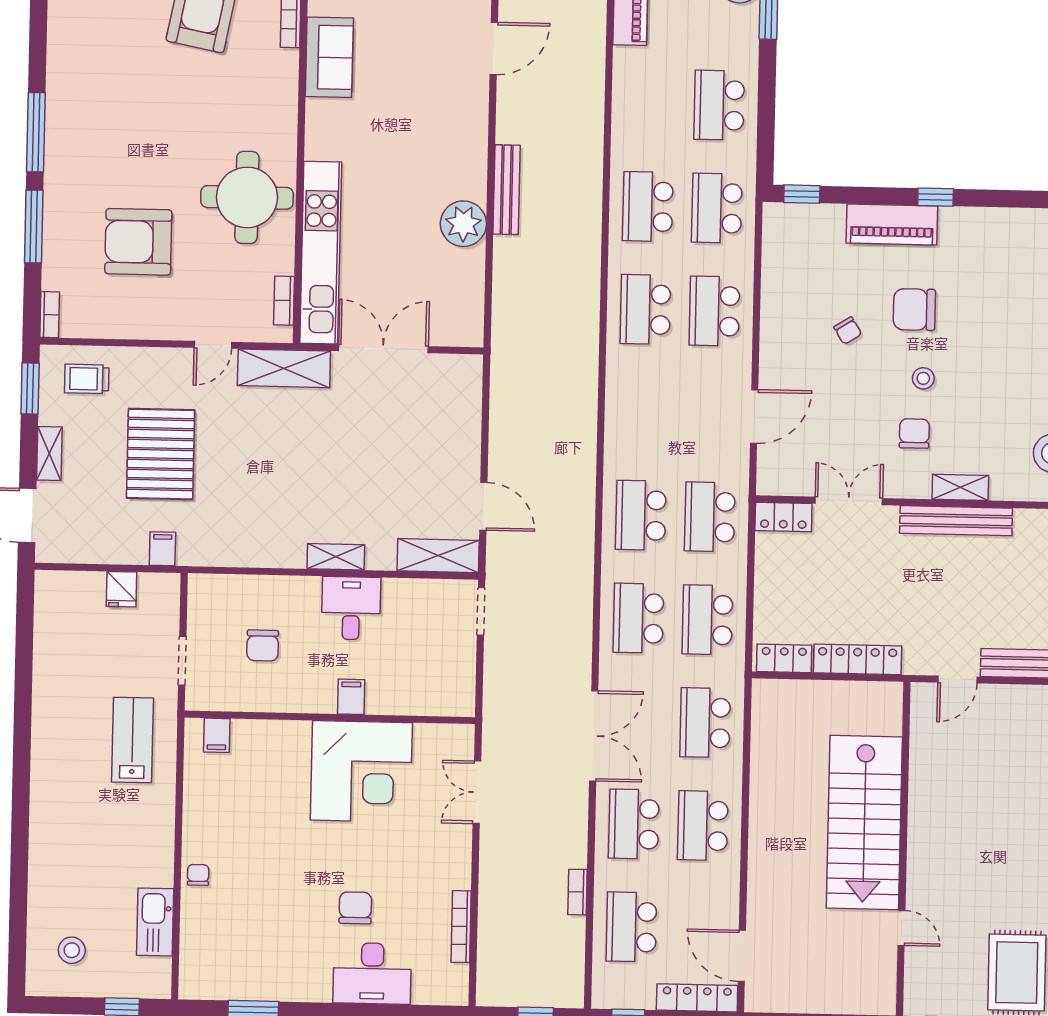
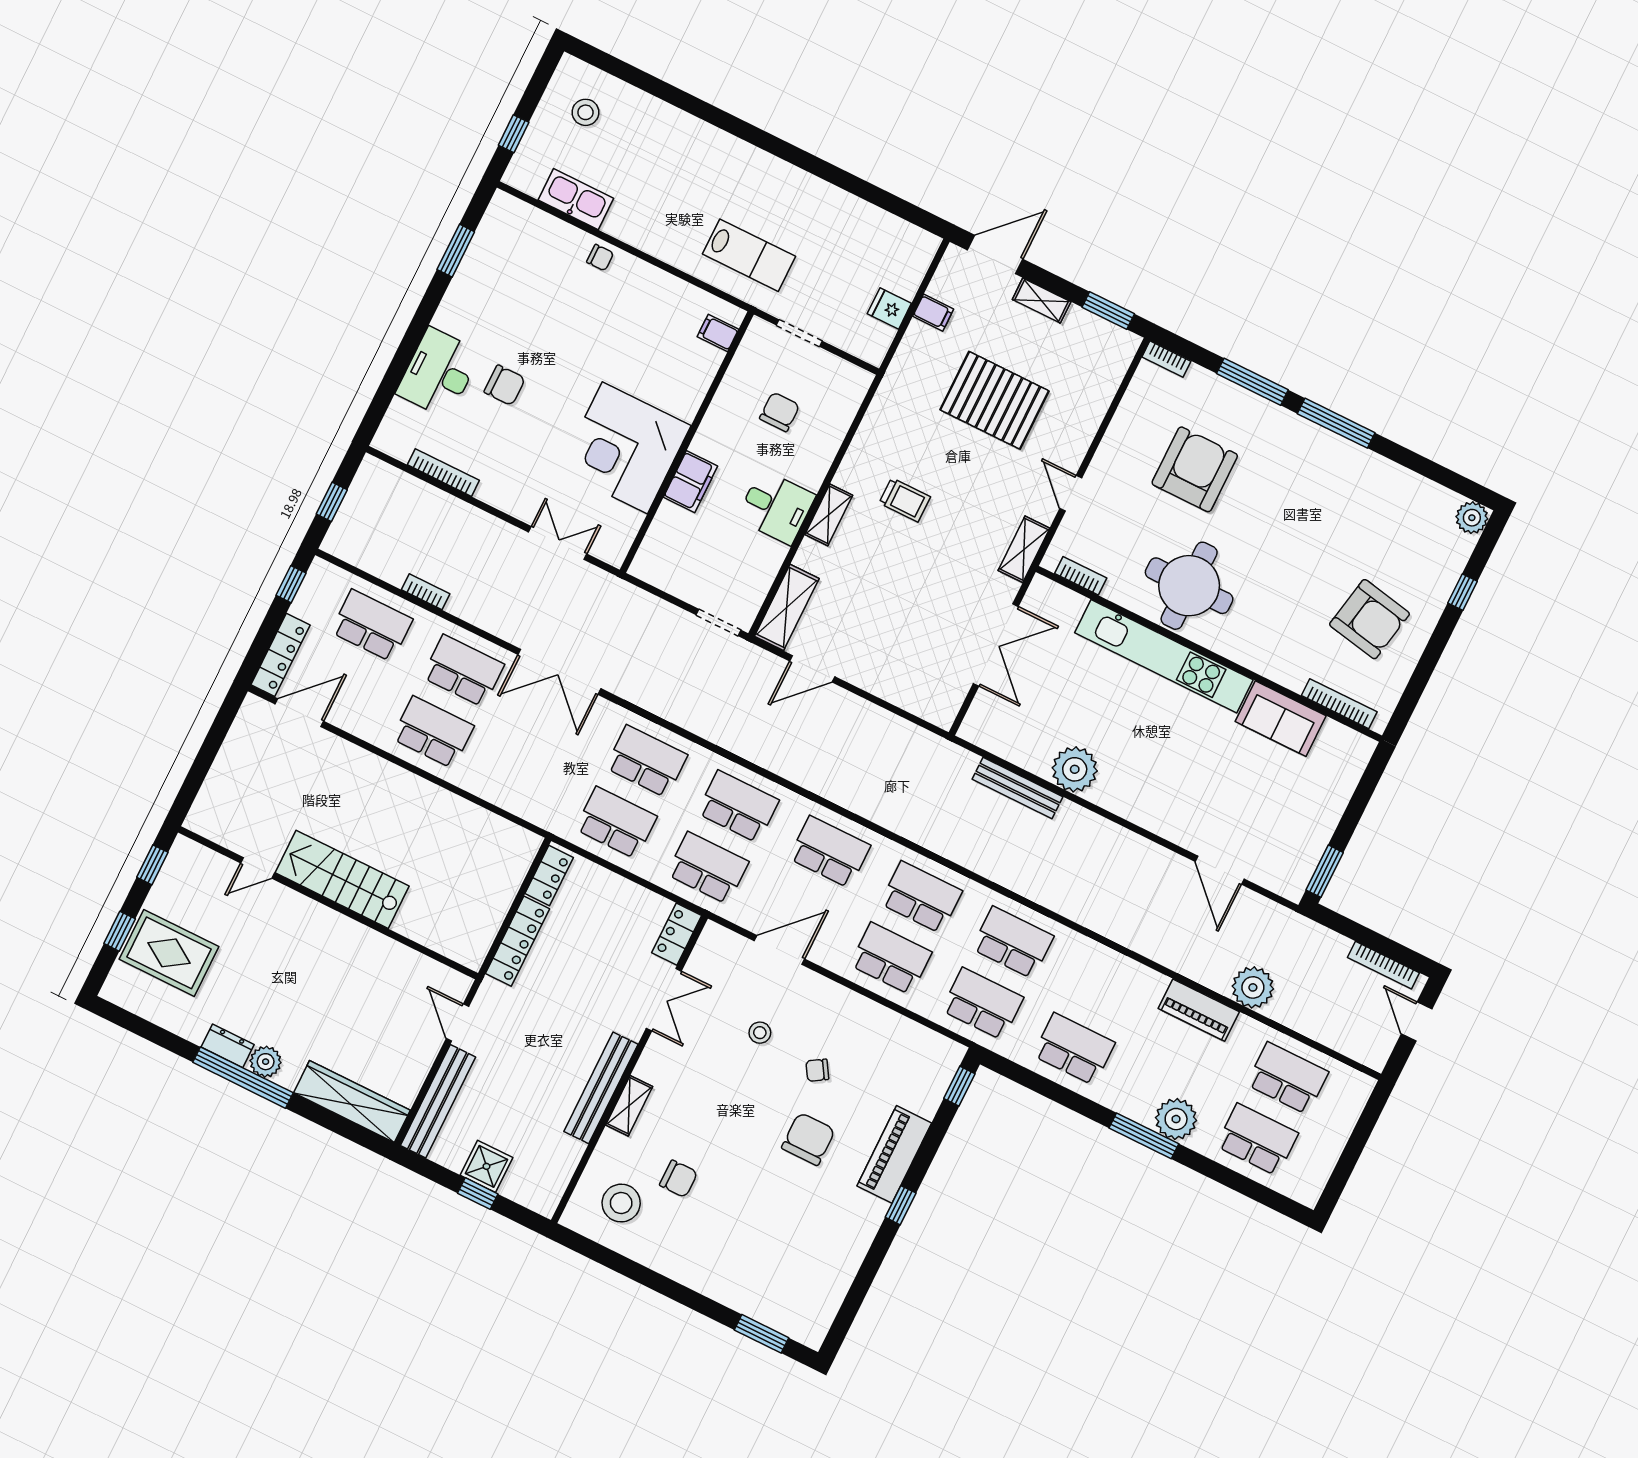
bench: (507, 190) -> (1018, 788), moved
kitchen unit: (321, 253) -> (1164, 656), moved
shelving: (284, 368) -> (1024, 549), width x0.67, depth x0.75
stool: (923, 378) -> (760, 1033), moved
trolley: (87, 379) -> (905, 500), moved, turned 90
door: (754, 416) -> (779, 950), swing flipped
chair: (914, 434) -> (678, 1179), moved
filing cabinet: (162, 549) -> (933, 313), moved
chair: (263, 645) -> (780, 412), turned 90
filing cabinet: (351, 697) -> (690, 482), width x2.00
school desk: (705, 723) -> (830, 852), moved
stairs: (864, 822) -> (342, 879), width x0.73, depth x0.66

